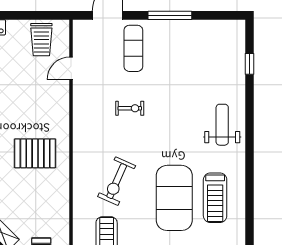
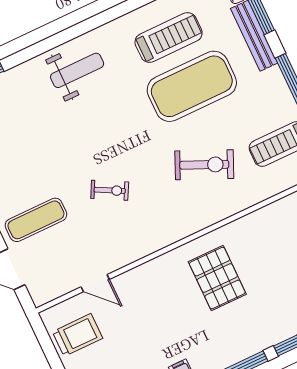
exercise bike: (130, 108) -> (110, 190), turned 118
weight bench: (222, 125) -> (77, 70), turned 180

